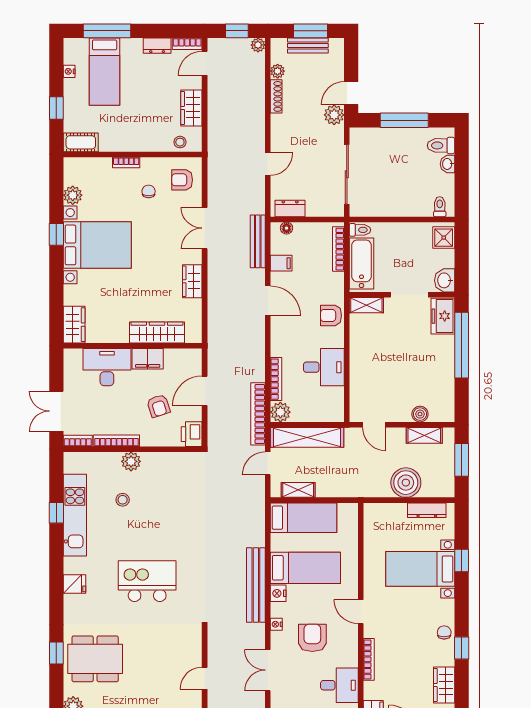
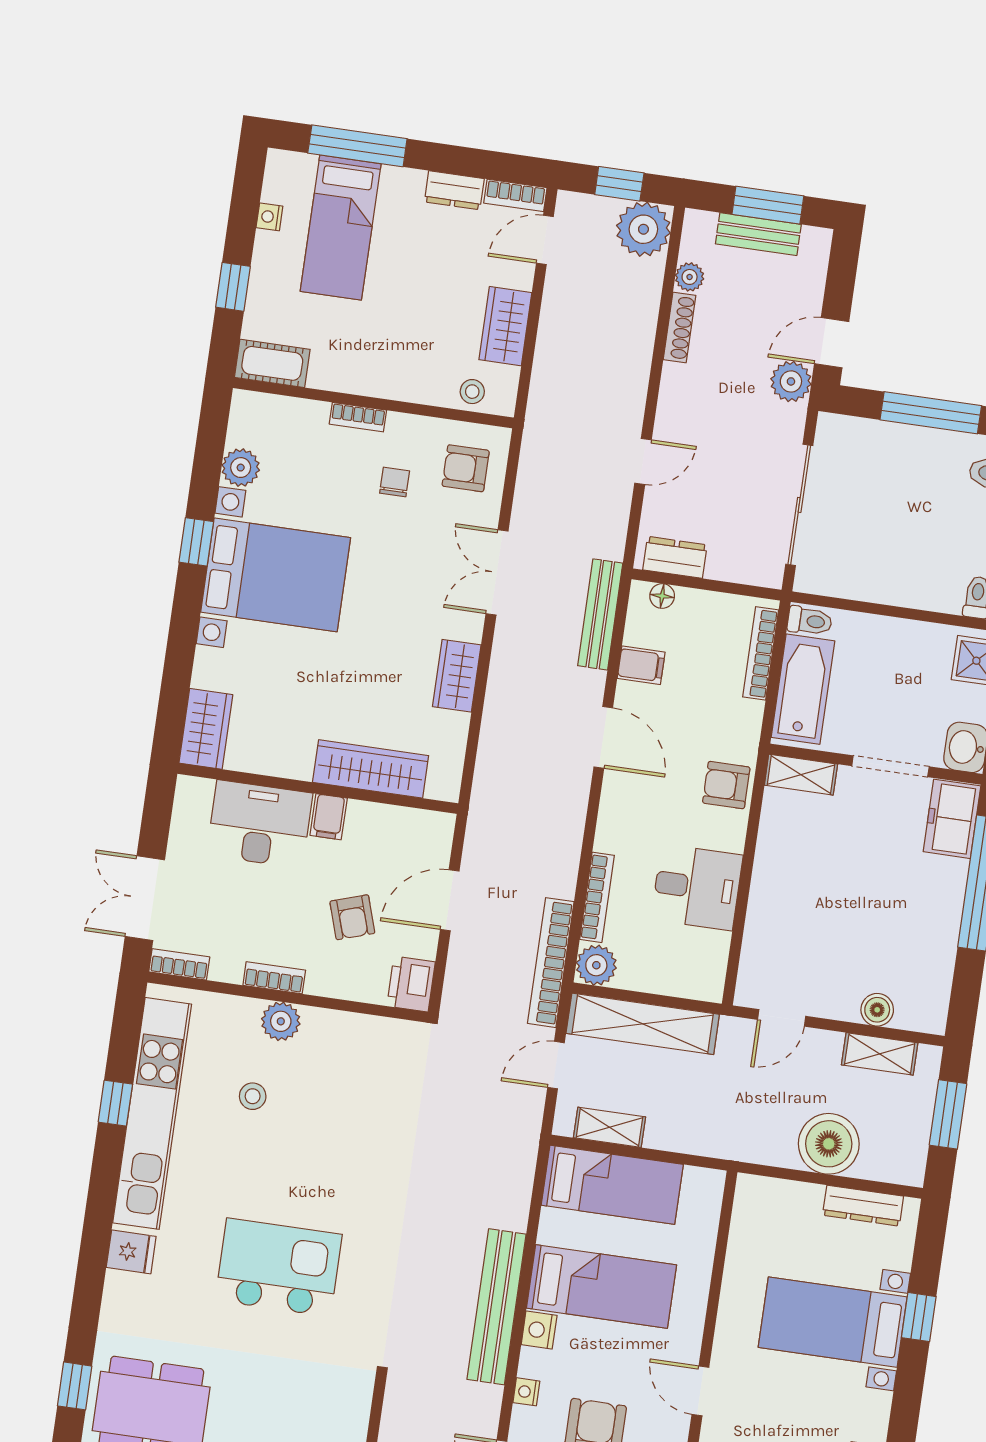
plant: (258, 45) -> (643, 229), width x1.88, depth x1.88
filing cabinet: (148, 359) -> (329, 817), width x0.50
door: (374, 425) -> (782, 1018), hinge flipped
bookcase: (116, 441) -> (274, 978), width x0.64
kitchen unit: (75, 515) -> (152, 1113), width x1.36

